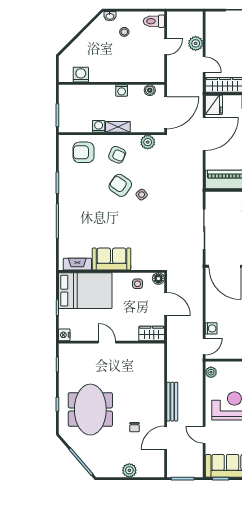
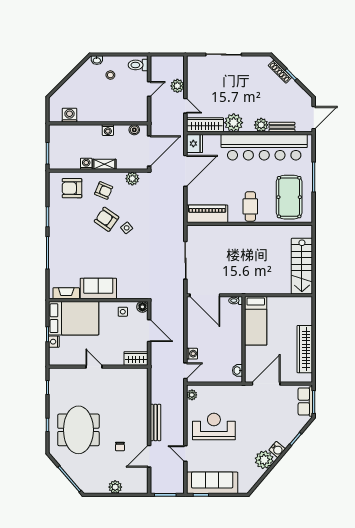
nightstand: (64, 335) -> (54, 342), moved

